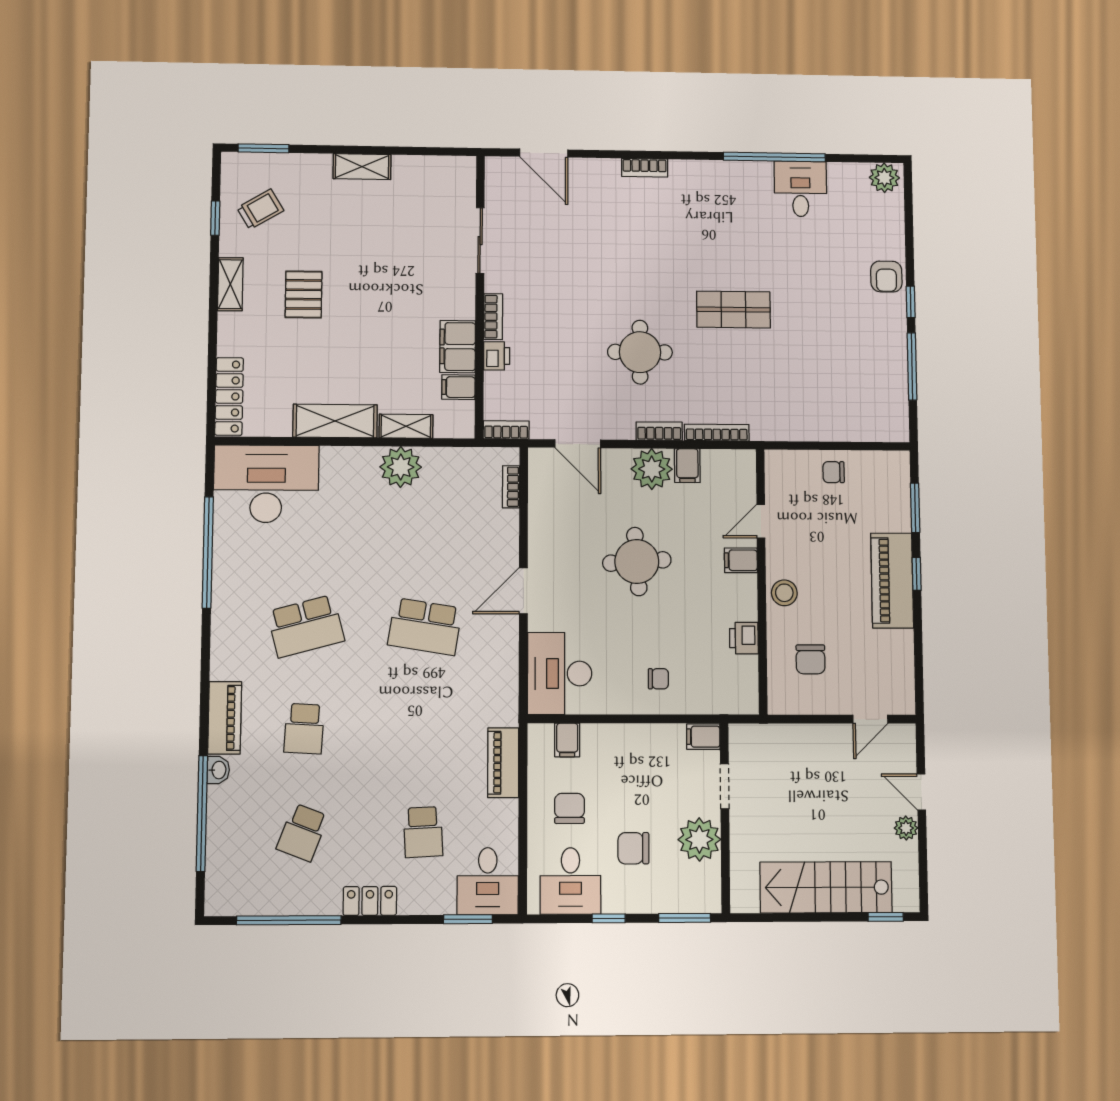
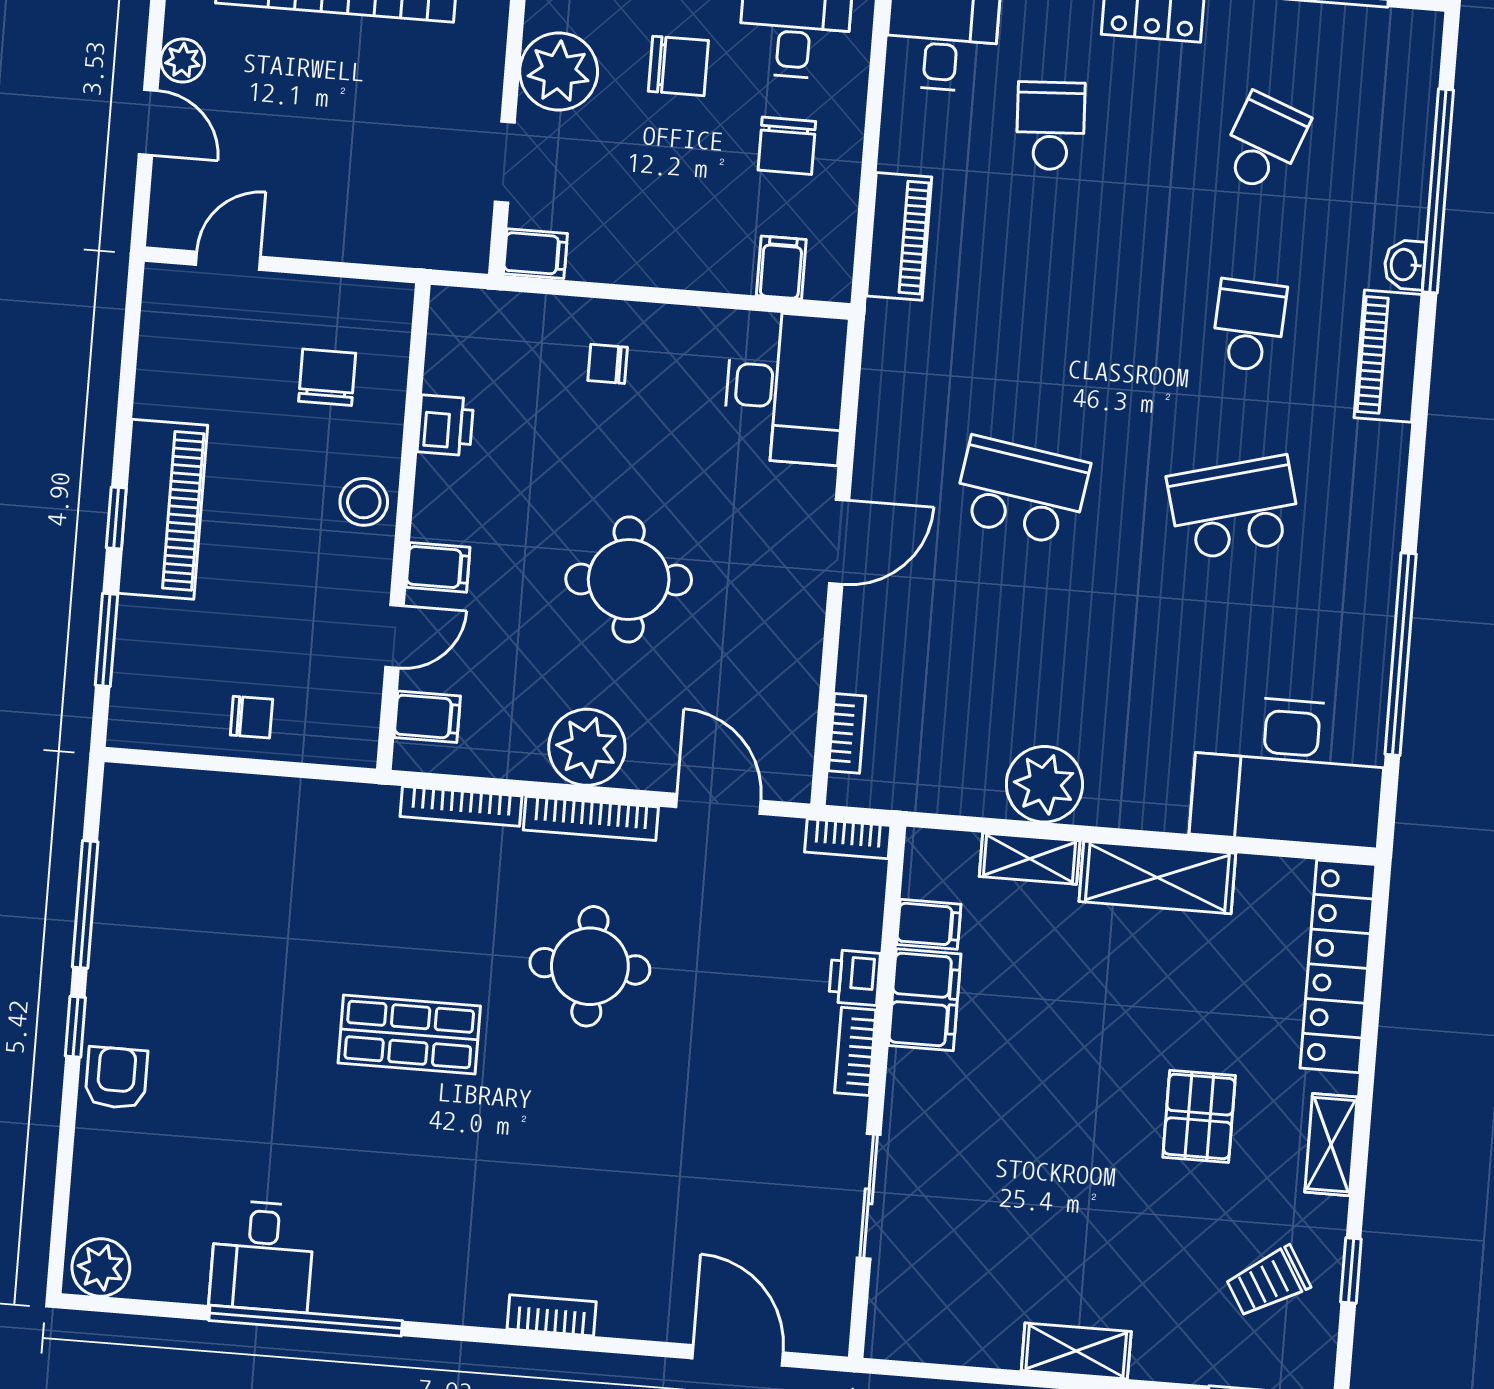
locker: (229, 396) -> (1338, 966), width x1.41, depth x1.21
bookcase: (659, 431) -> (591, 818), width x1.56
filing cabinet: (687, 466) -> (427, 717), moved, turned 90

